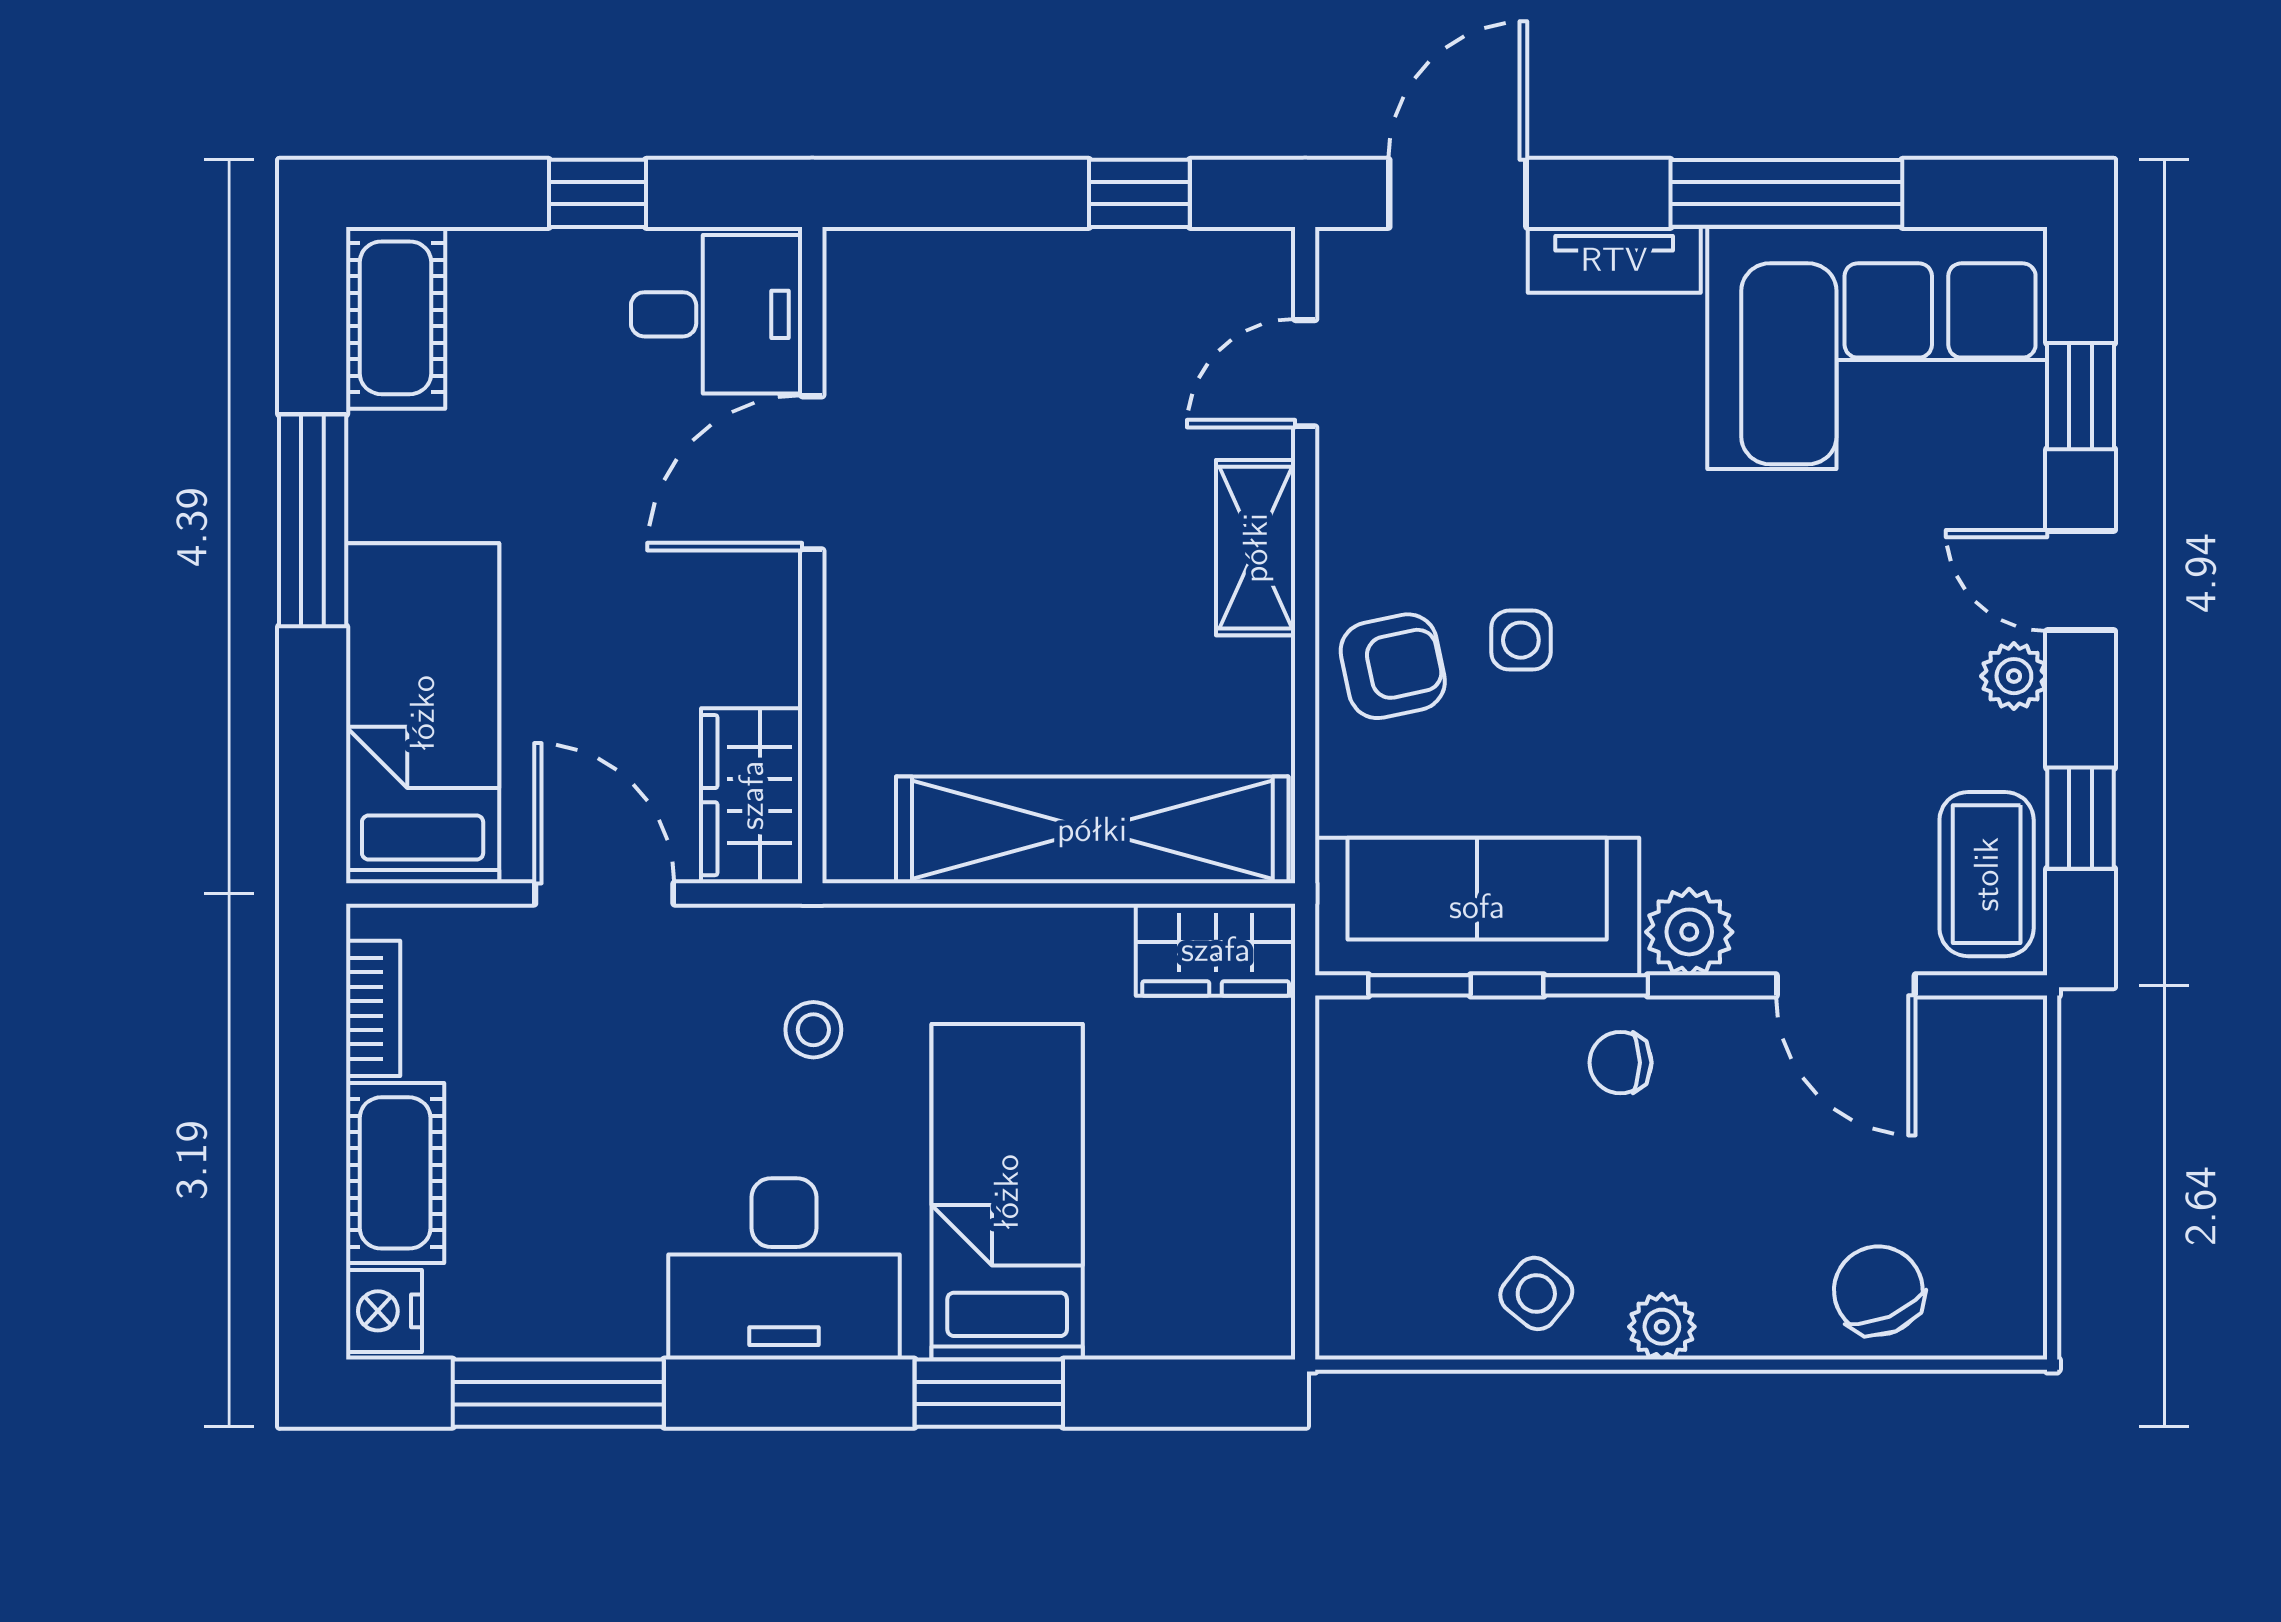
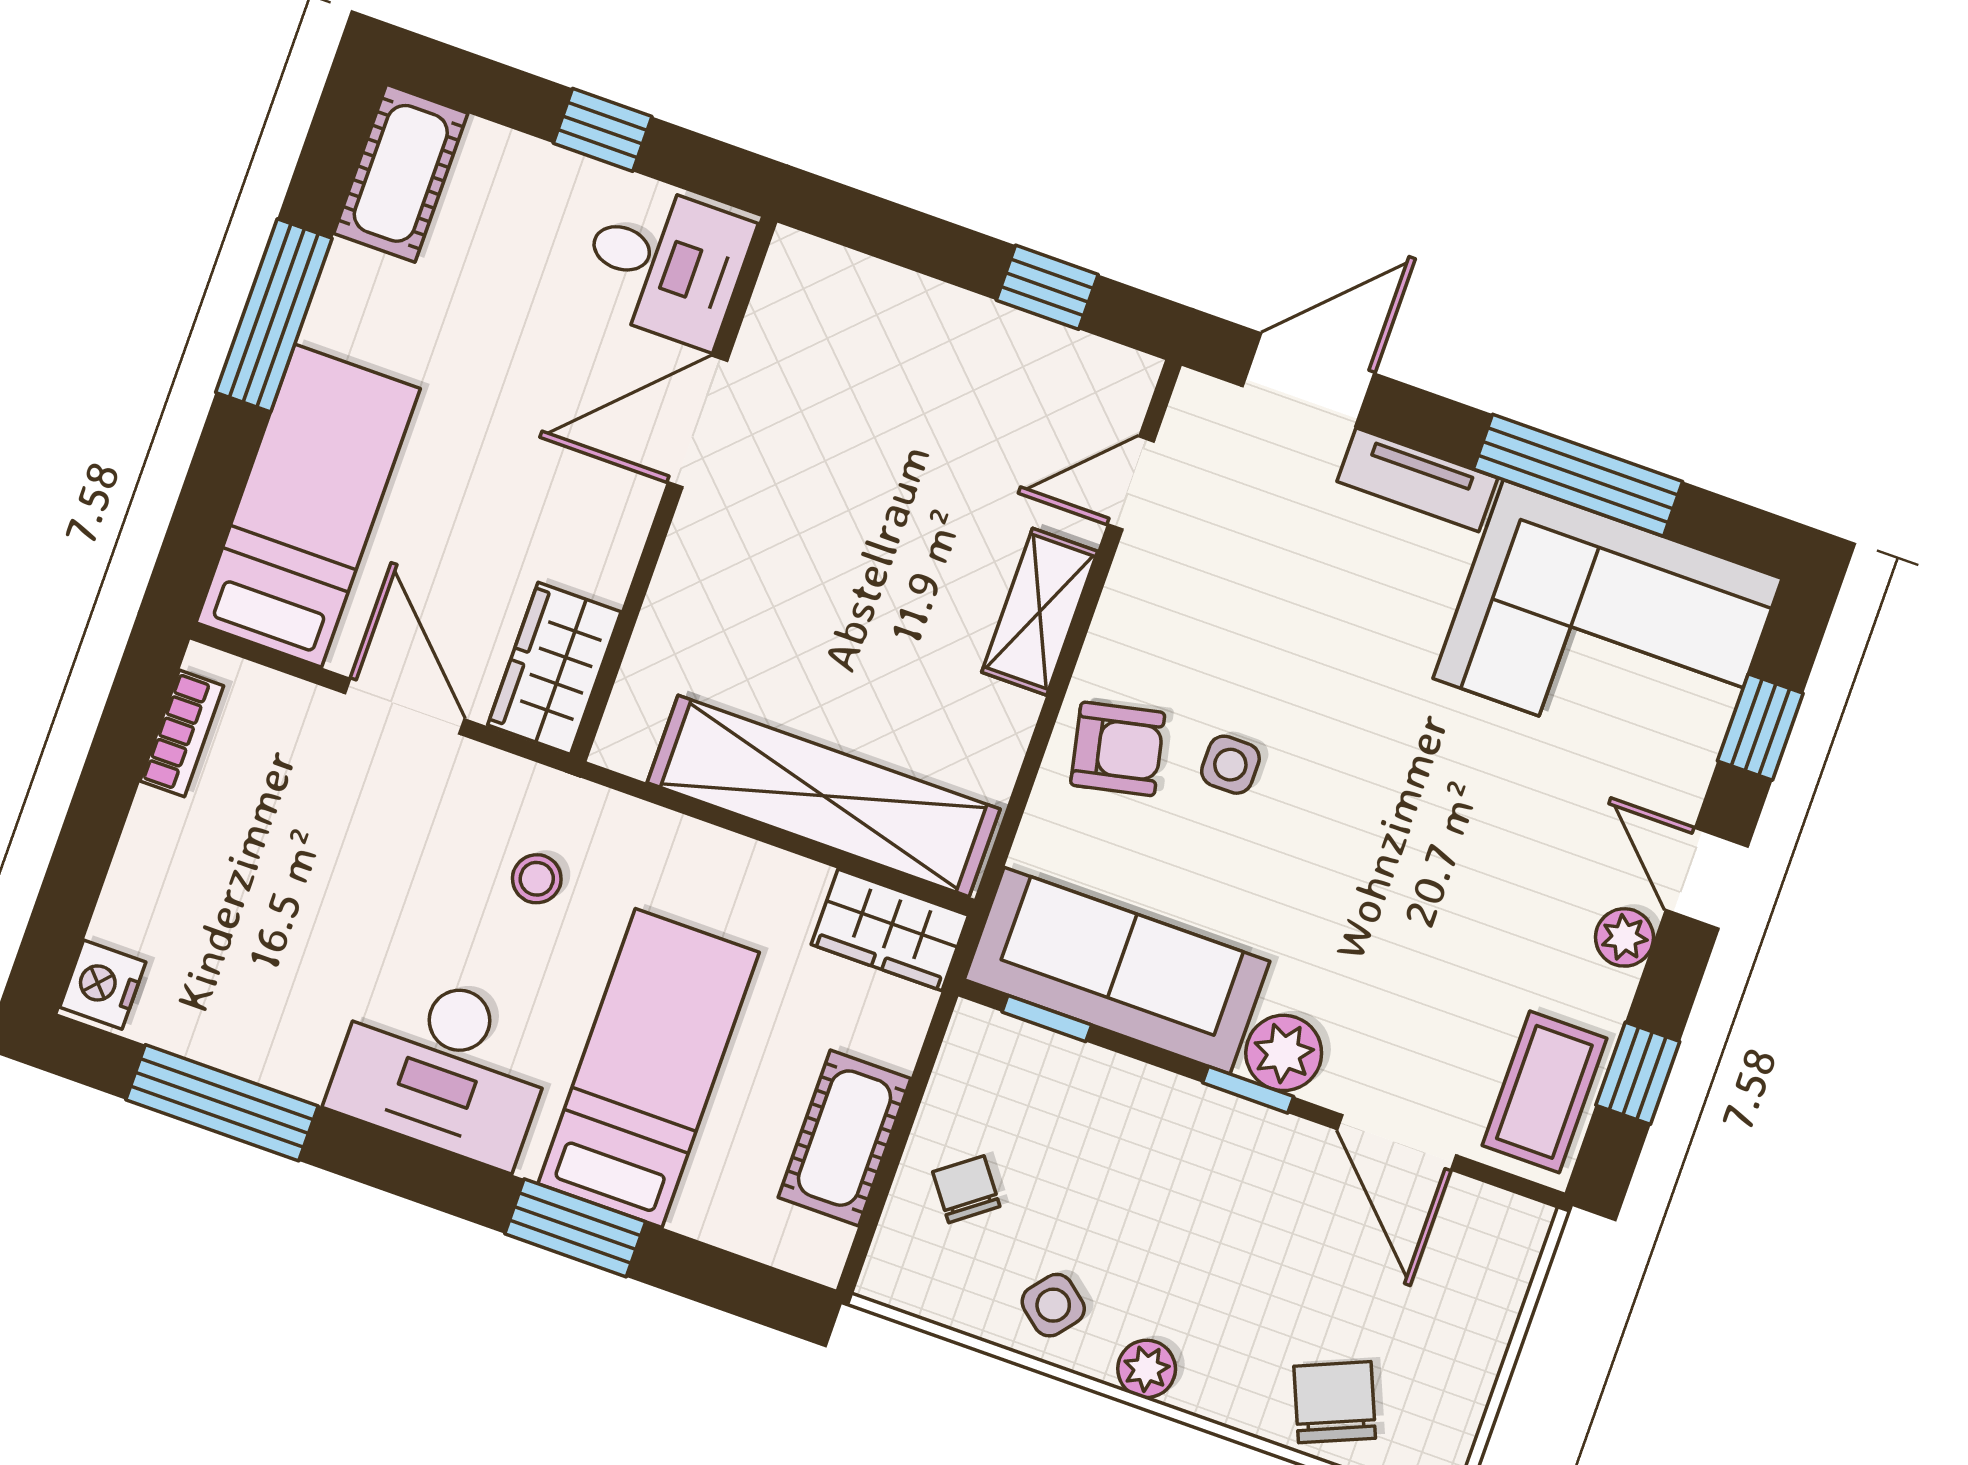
window: (1596, 985) -> (1248, 1090), moved
chair: (1620, 1063) -> (966, 1189), moved, turned 53
cot: (395, 1173) -> (845, 1138), moved

